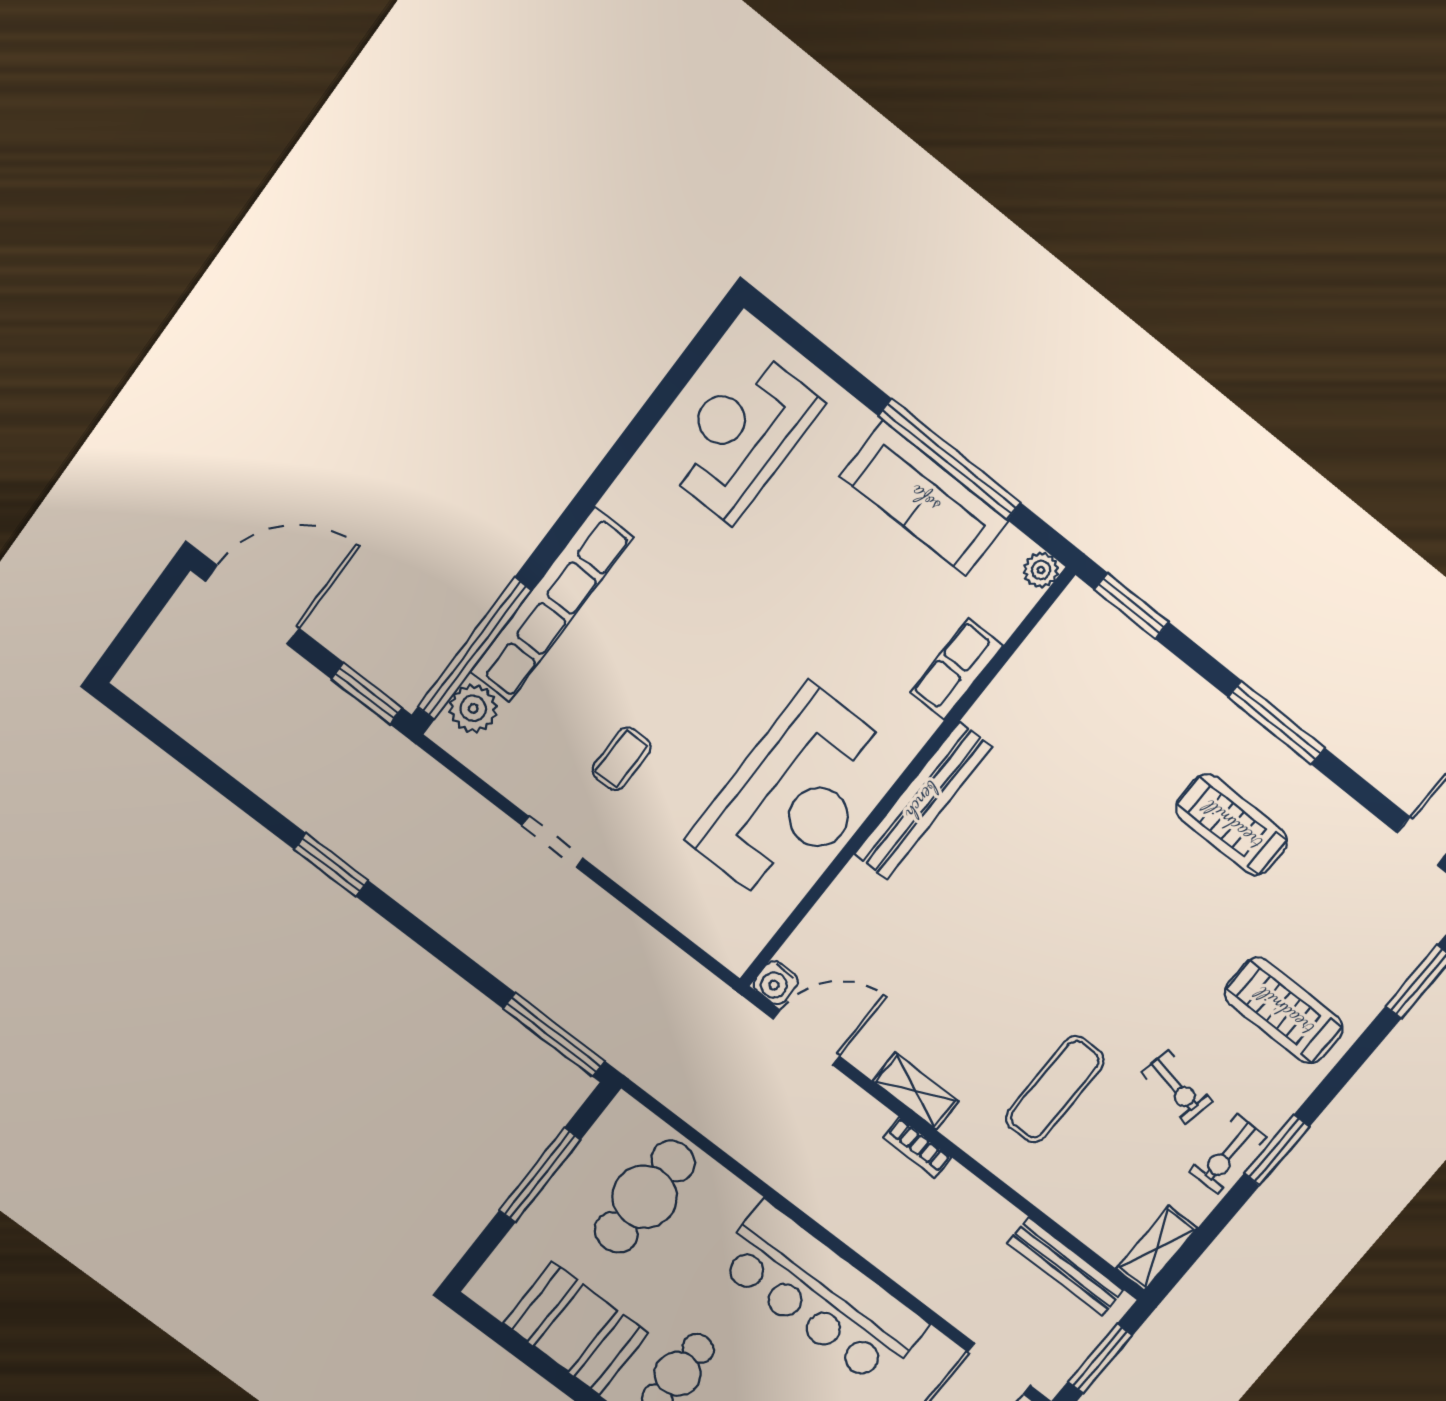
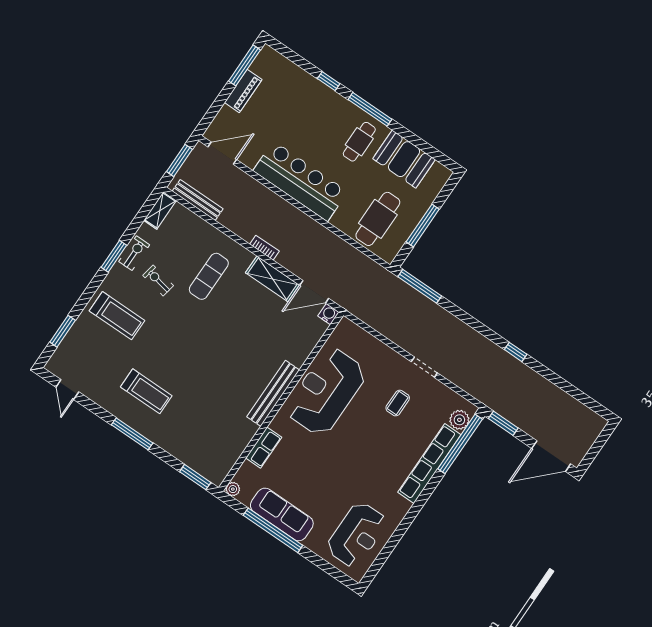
window: (331, 865) -> (516, 352), width x0.67
shelving: (916, 1091) -> (272, 279), width x1.50, depth x1.33

